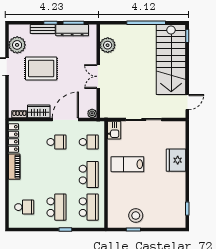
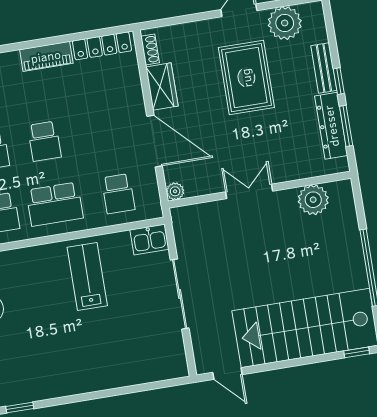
school desk: (56, 142) -> (44, 141), moved
fridge: (176, 160) -> (111, 370), removed

